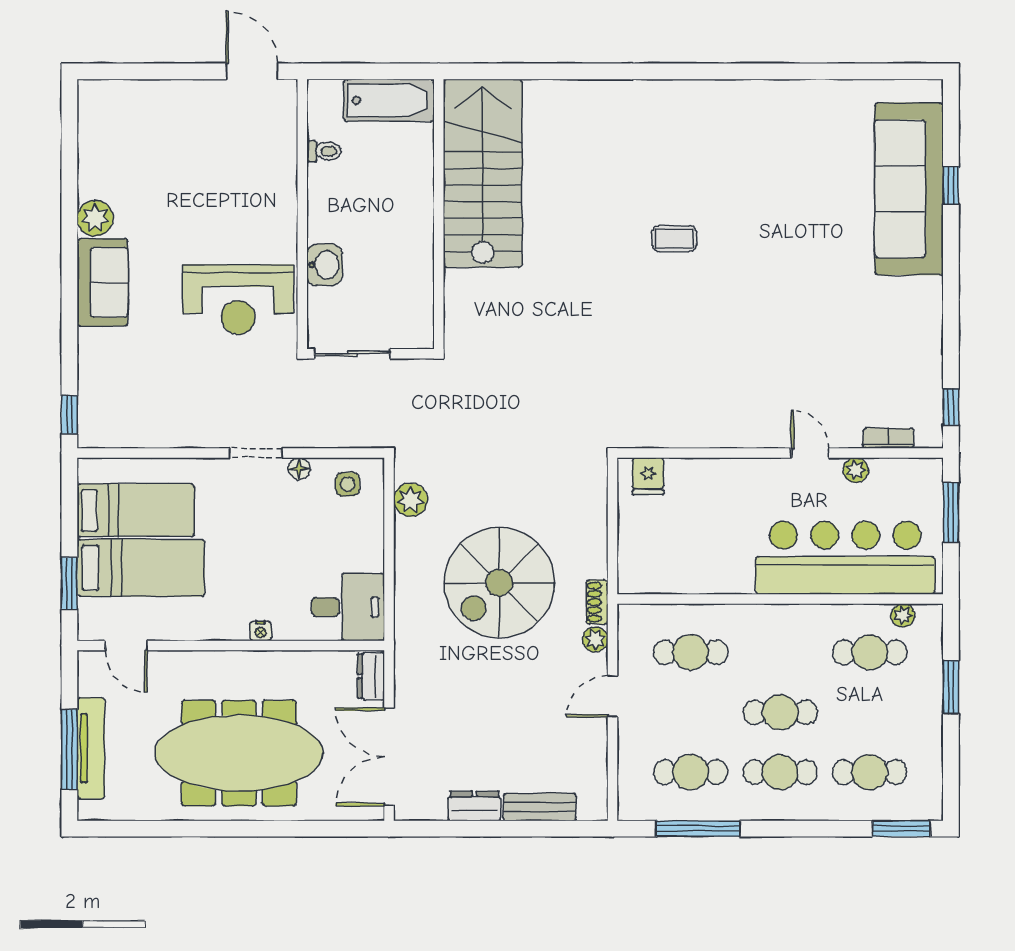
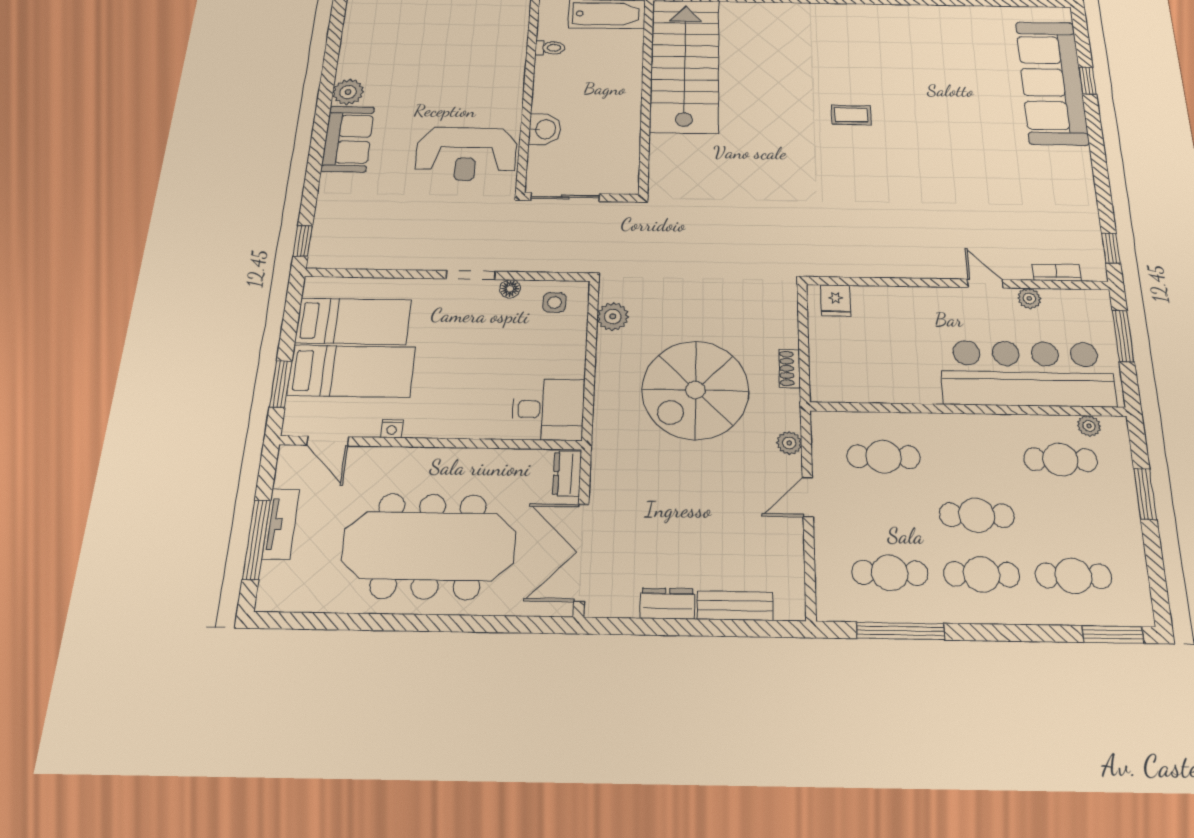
shoe rack: (597, 602) -> (789, 368), moved
nightstand: (261, 631) -> (392, 429), moved
tv unit: (91, 748) -> (281, 524), width x0.71

